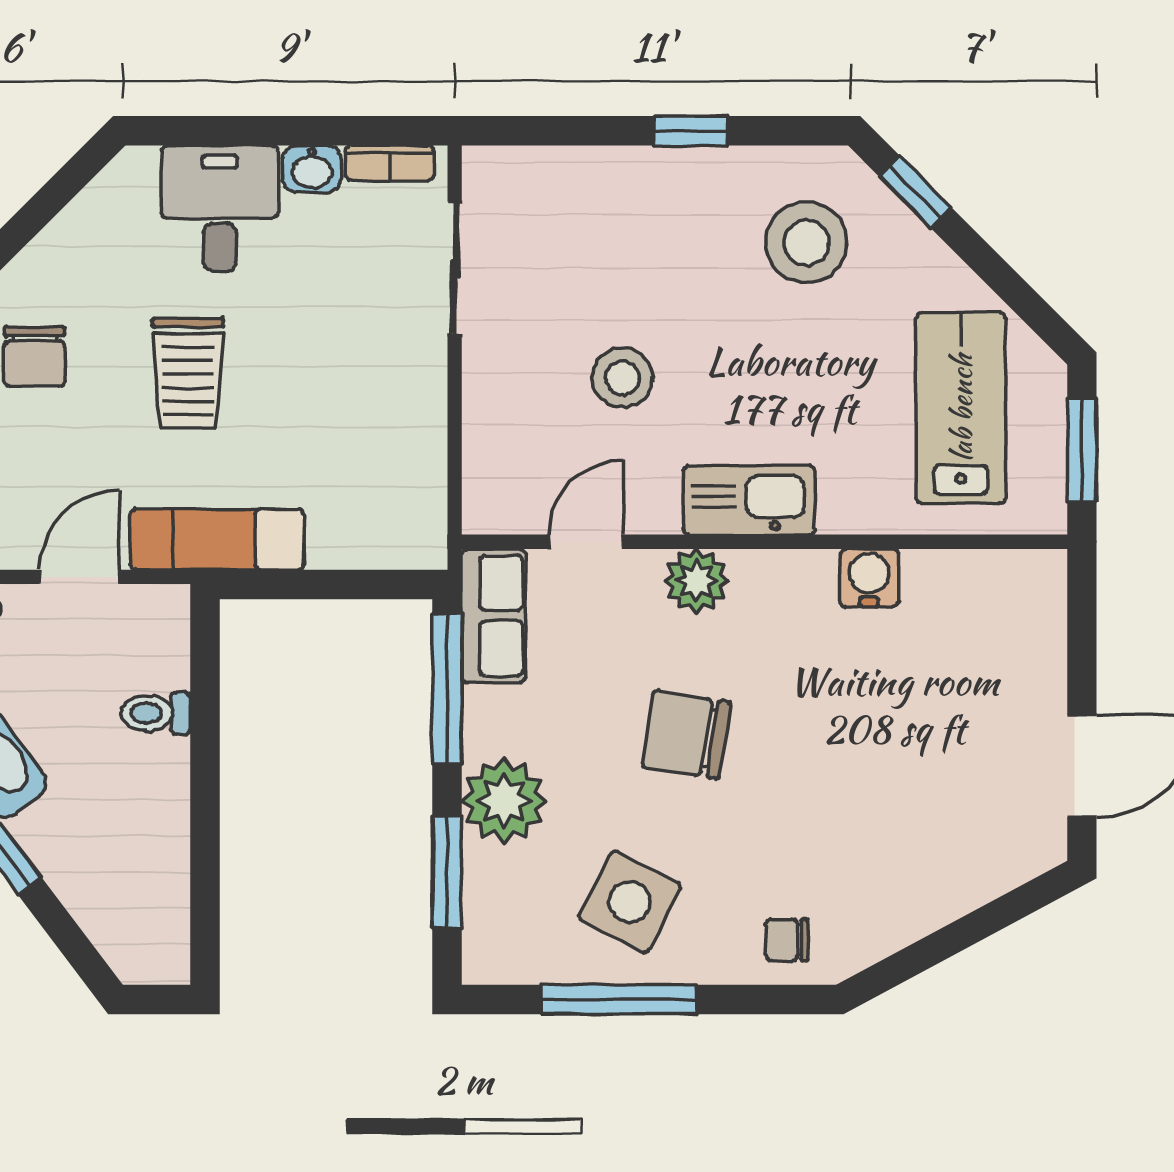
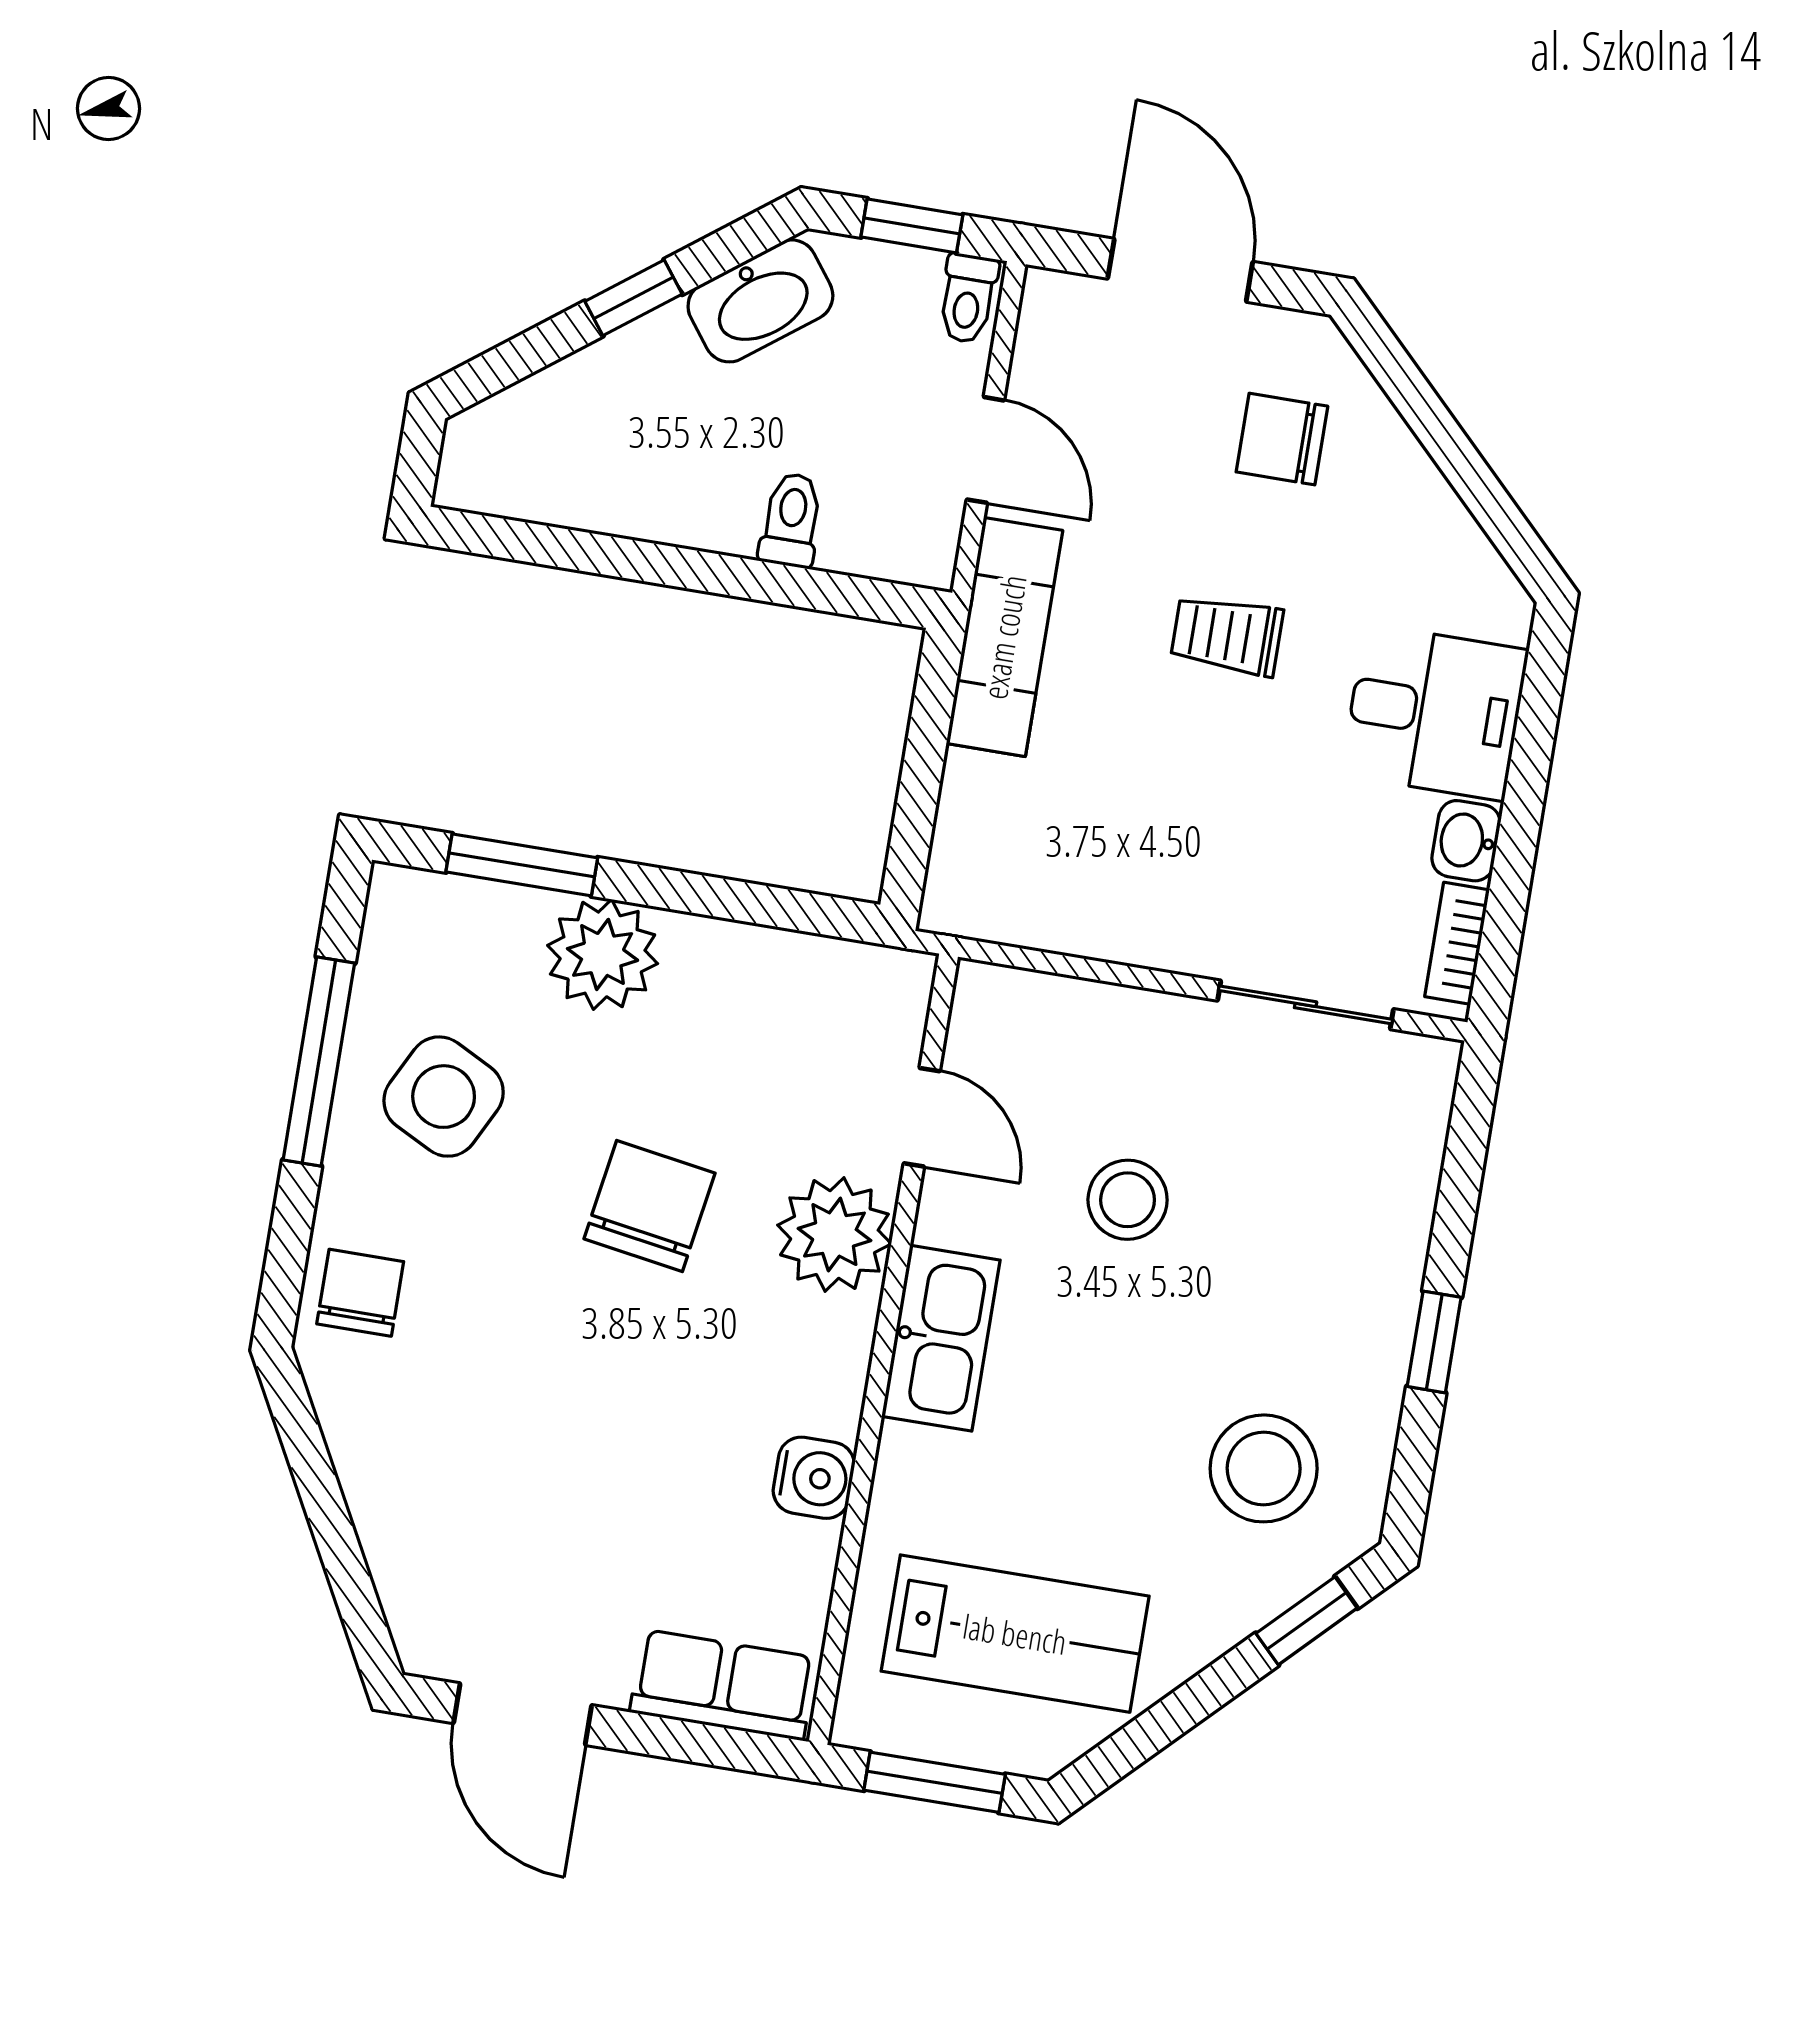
trolley: (188, 373) -> (1227, 635), width x0.73, depth x0.72
plant: (696, 581) -> (834, 1235), width x1.36, depth x1.36
row of seats: (494, 616) -> (723, 1685), moved, turned 180
window: (447, 689) -> (760, 904), removed
chair: (787, 940) -> (360, 1293), width x1.37, depth x1.37

